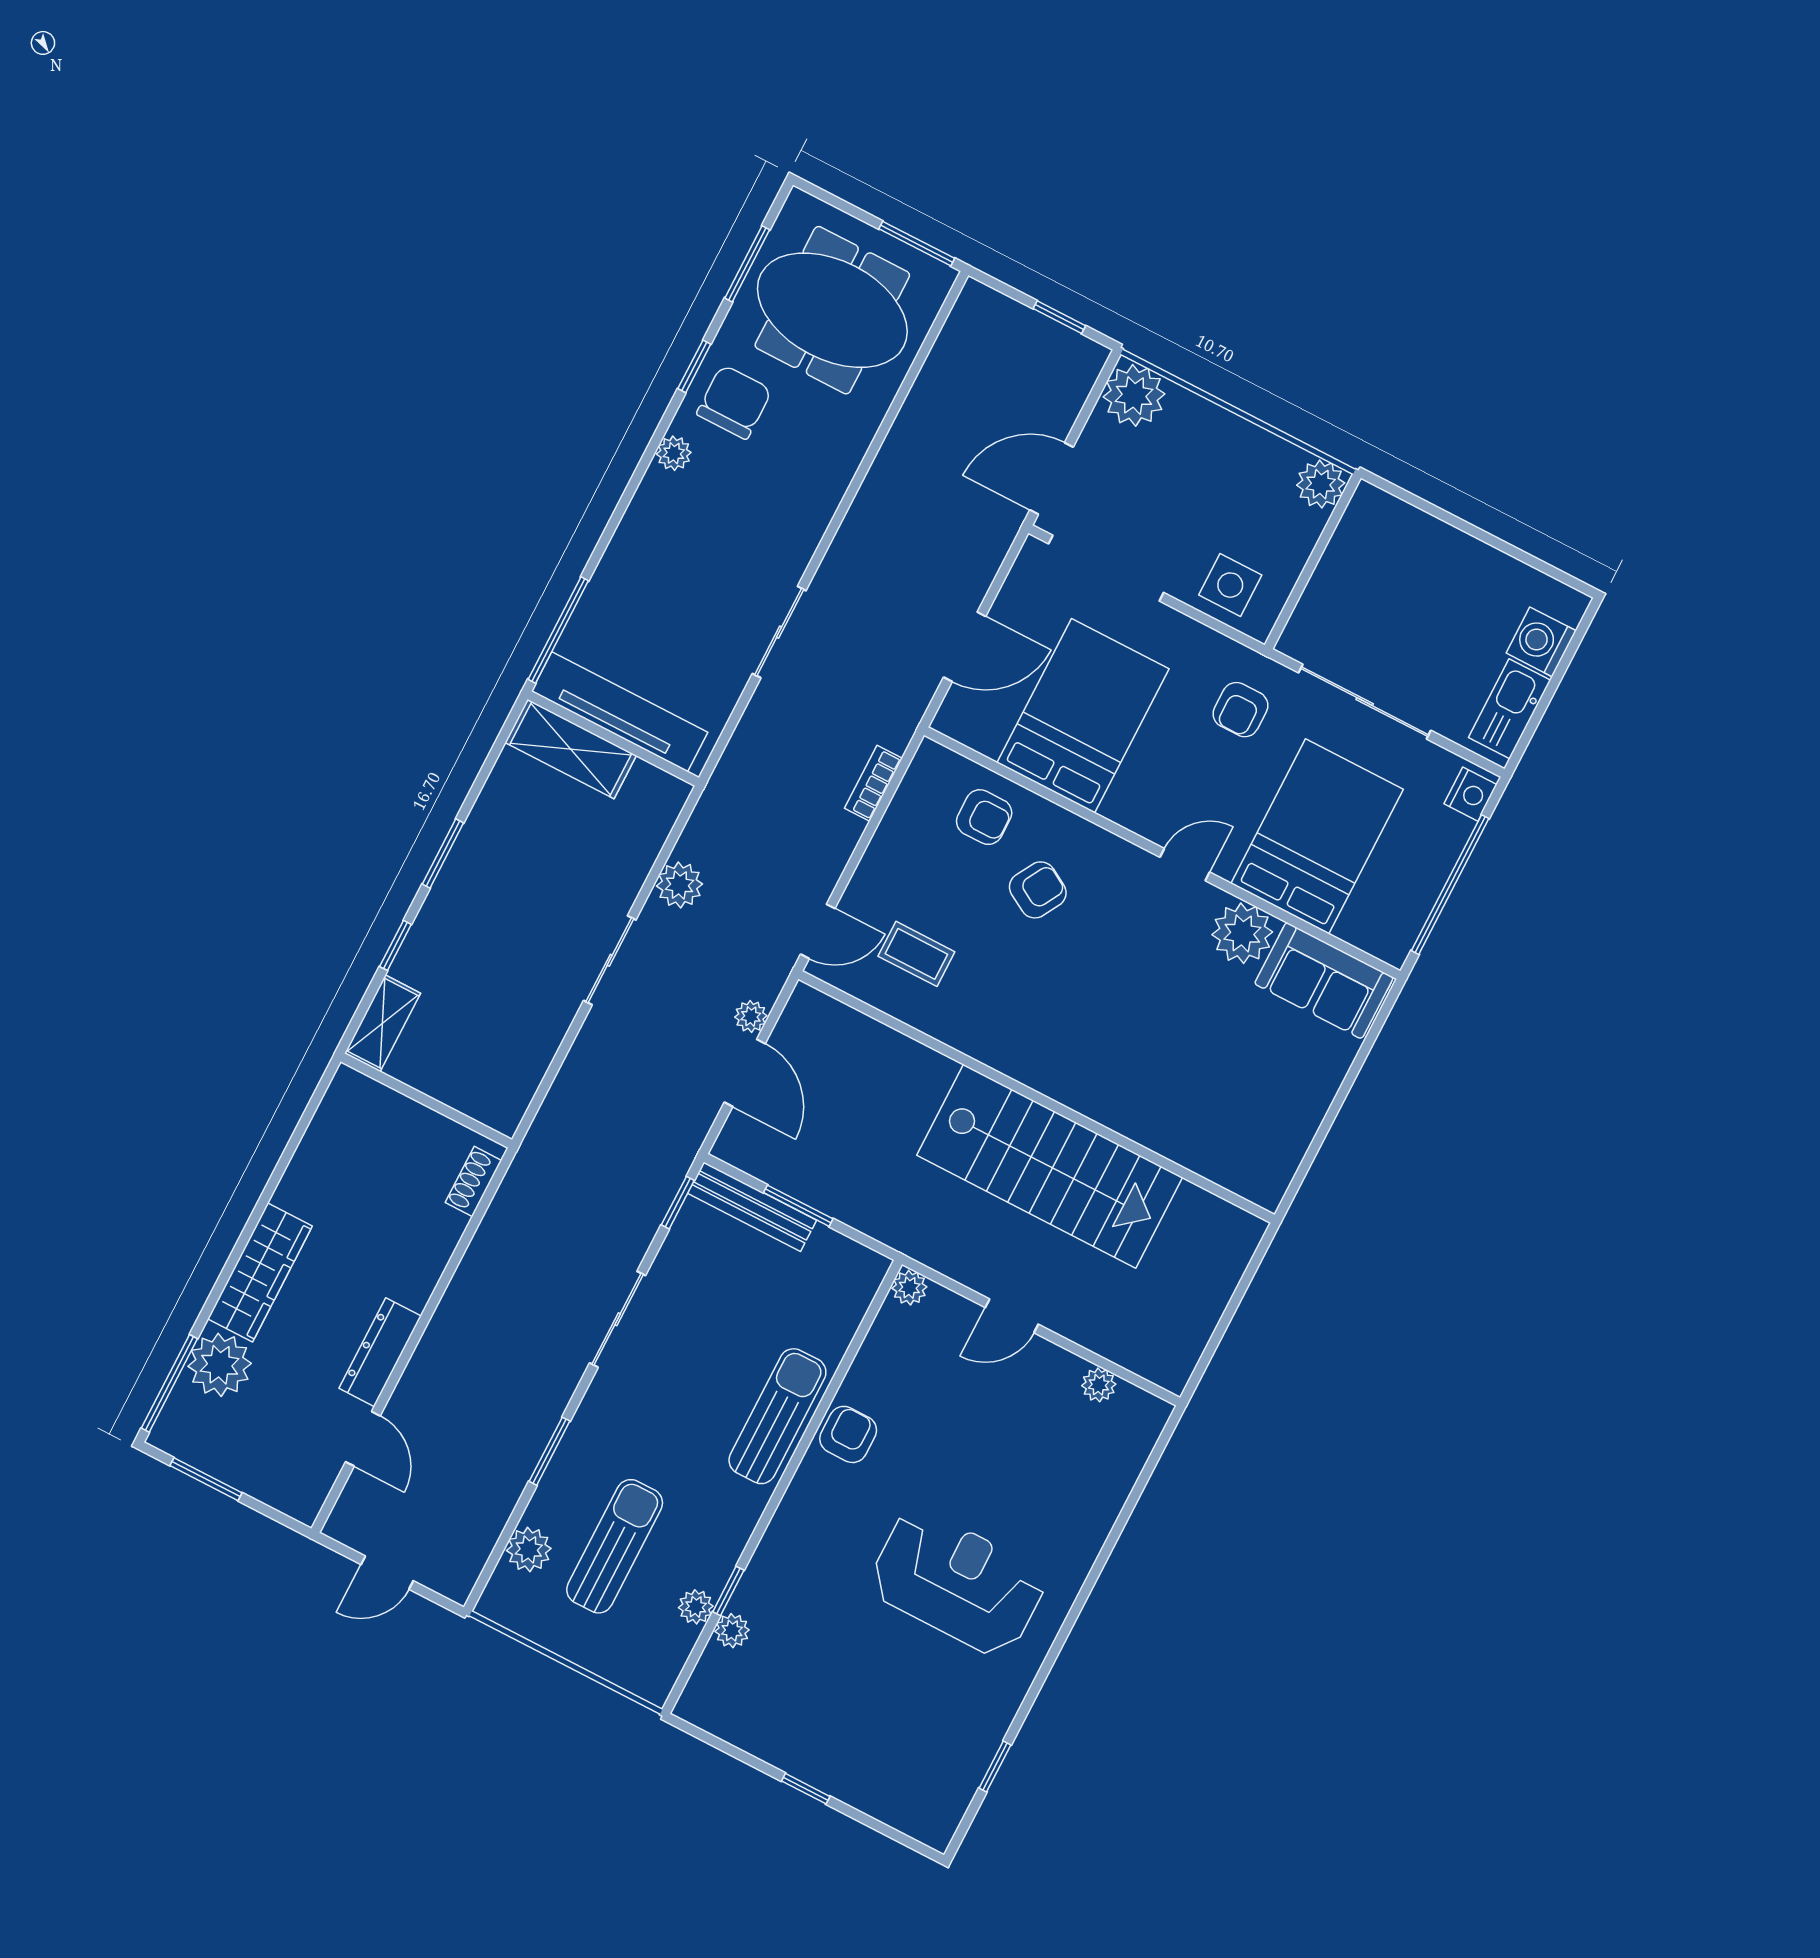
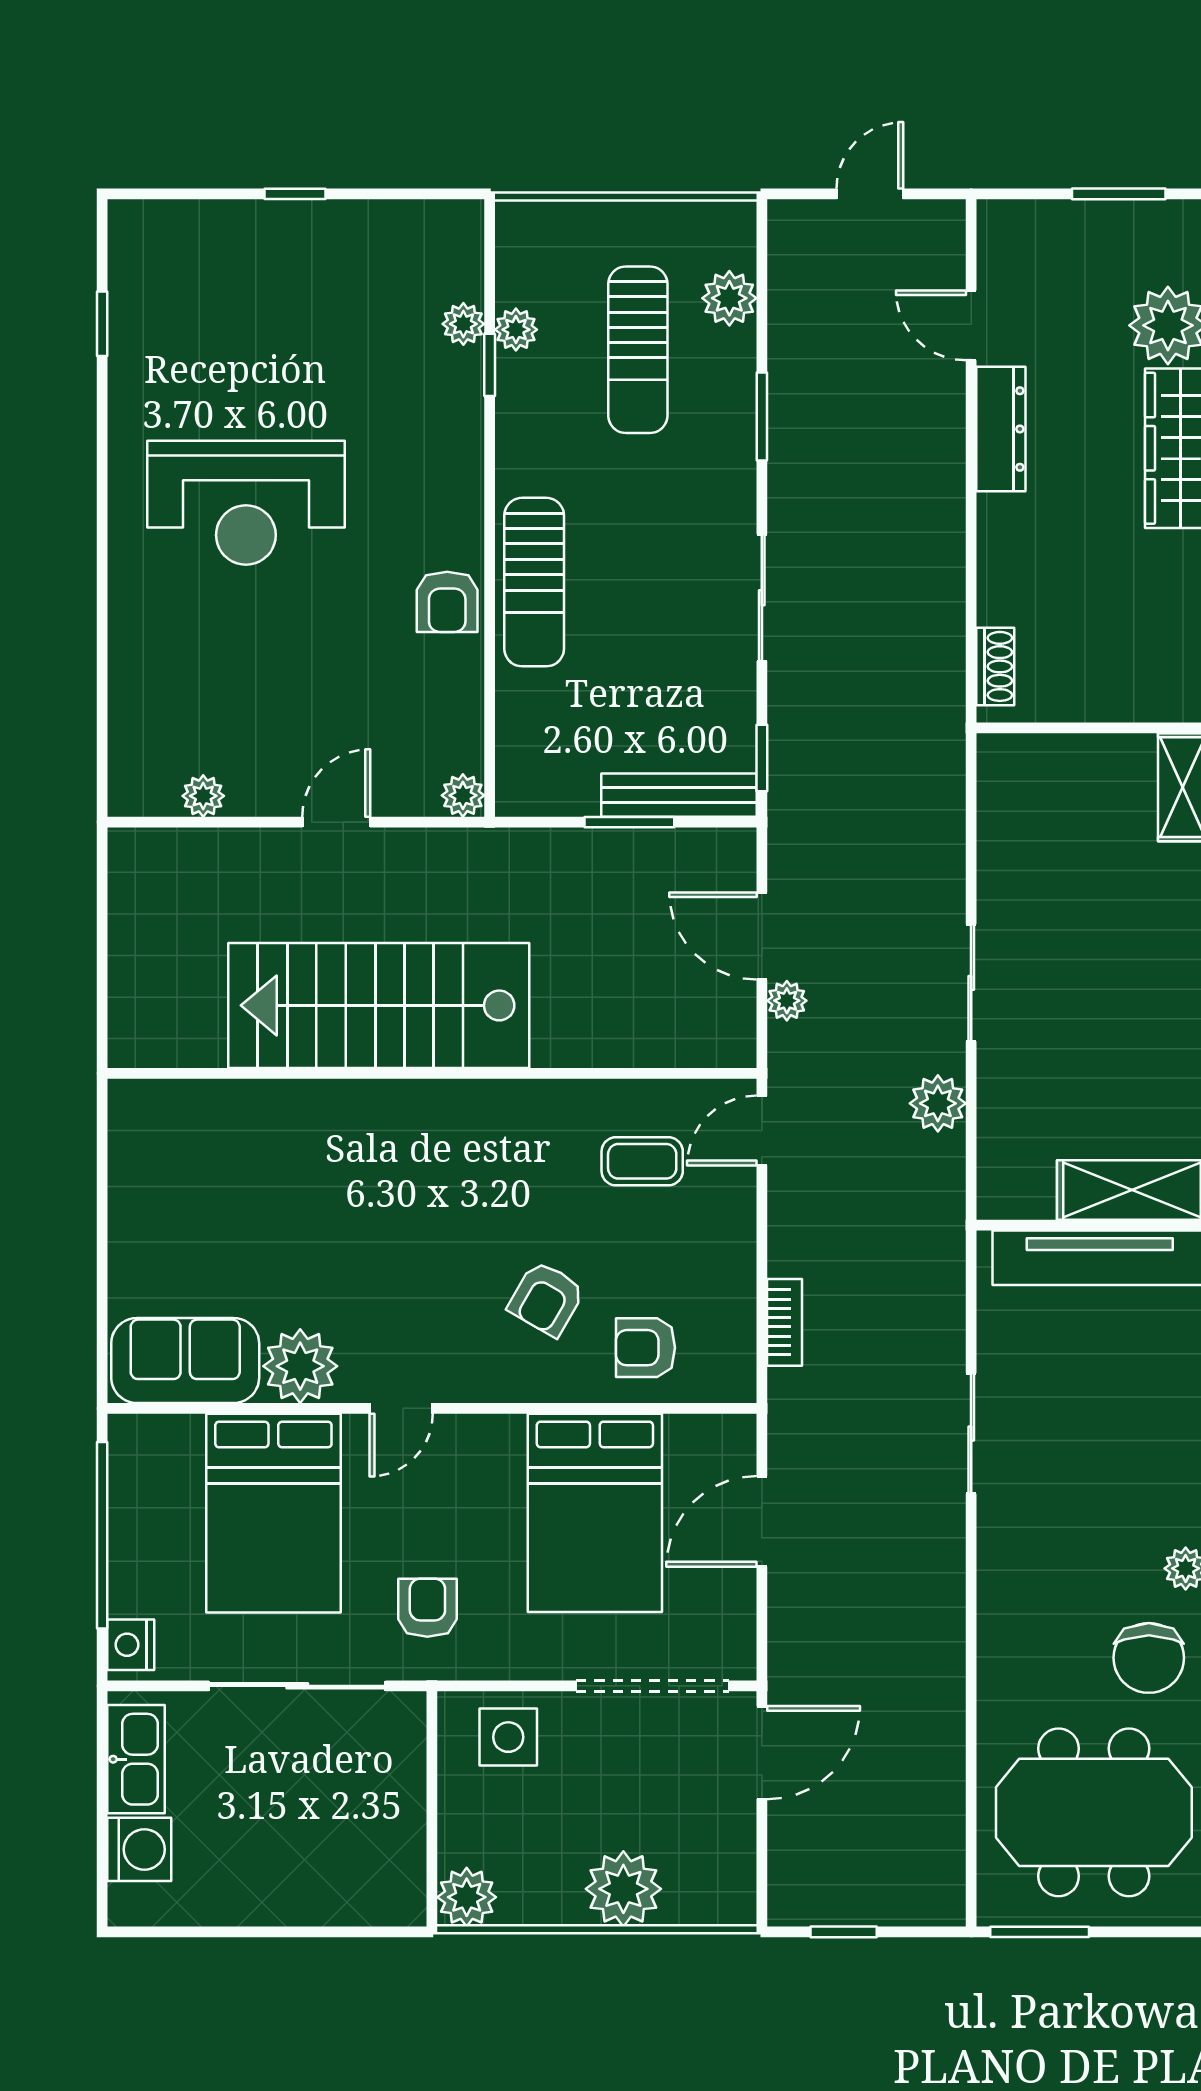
plant: (1134, 395) -> (623, 1889), moved

